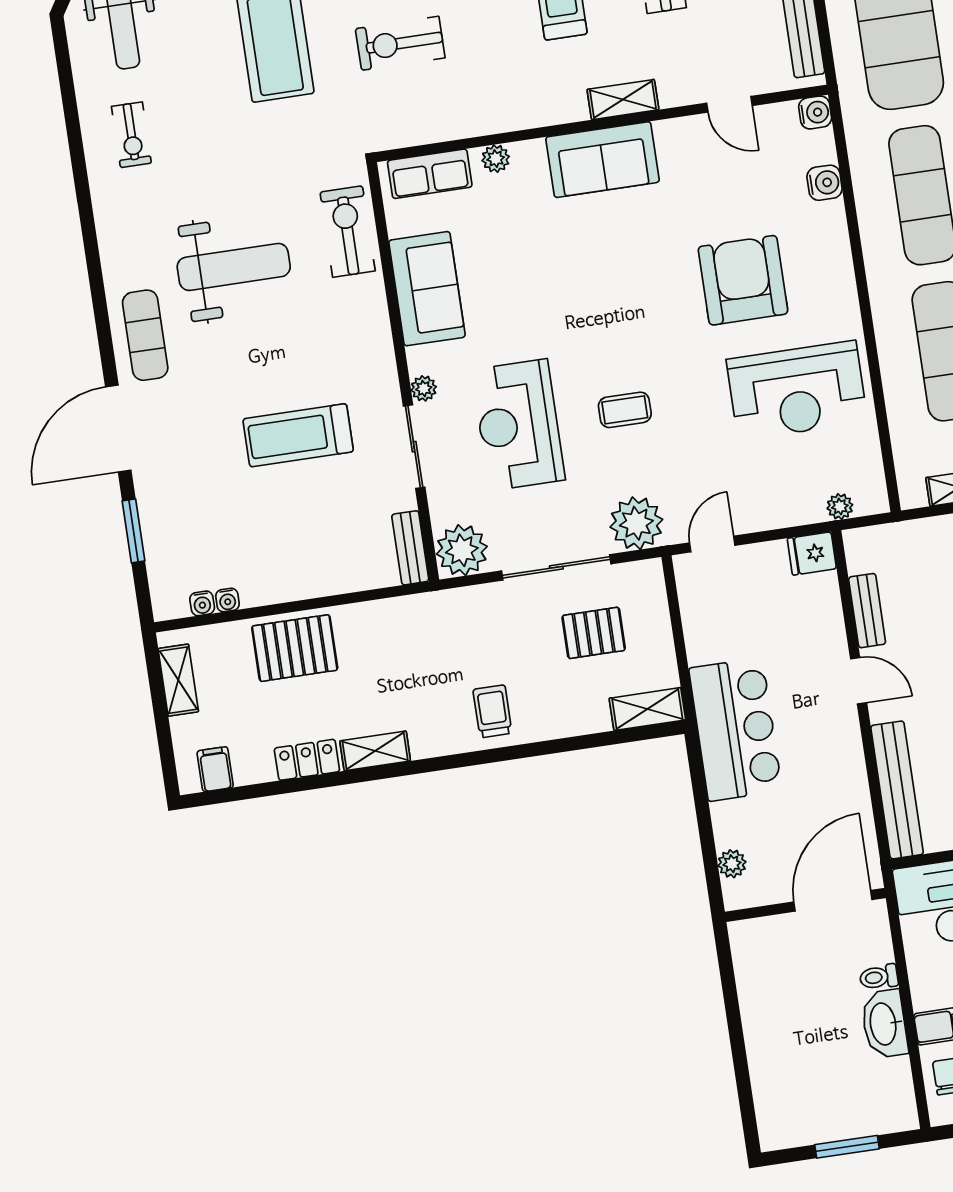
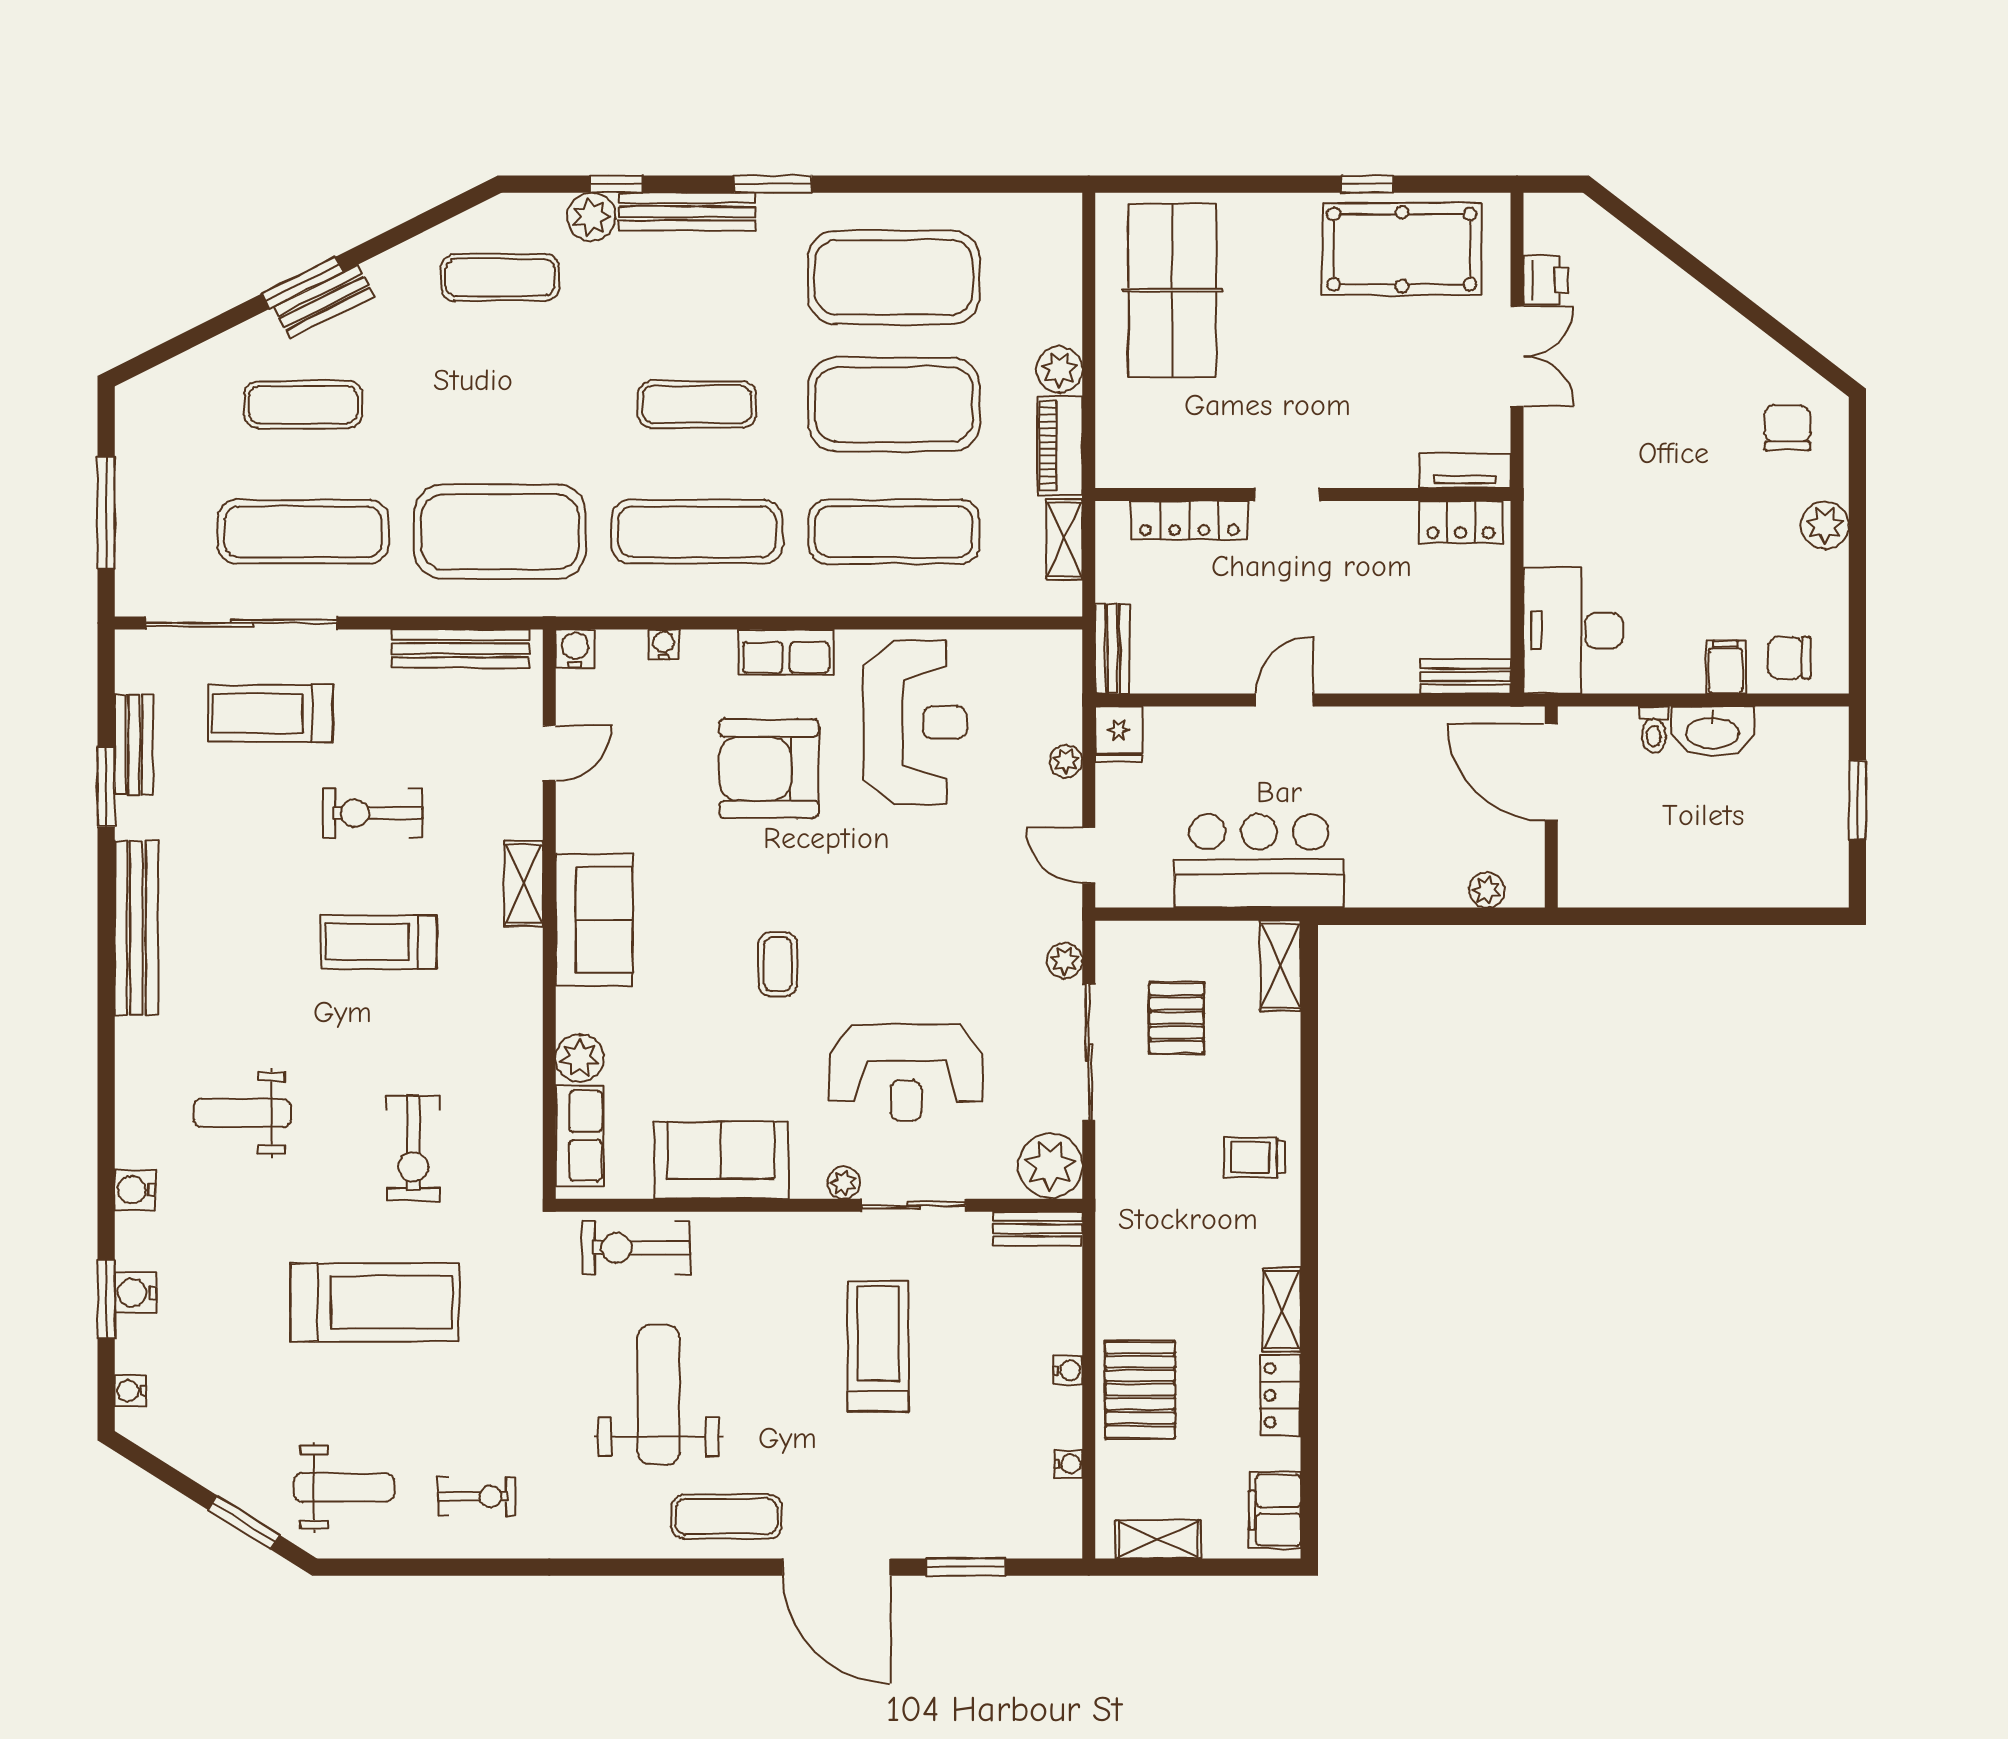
plant: (496, 159) -> (580, 1058), width x1.38, depth x1.38
water cooler: (825, 183) -> (664, 644), width x0.72, depth x0.72
row of seats: (837, 280) -> (786, 652), added
coffee table: (625, 410) -> (778, 964), moved
treadmill: (298, 435) -> (878, 1346), turned 180
plant: (840, 507) -> (1066, 761), moved
plant: (636, 523) -> (1065, 961), width x0.53, depth x0.53
water cooler: (202, 603) -> (1068, 1370), moved
bench: (867, 611) -> (1112, 649), moved, turned 90
bar counter: (735, 729) -> (1259, 861), moved
filing cabinet: (215, 769) -> (1275, 1510), width x2.00
bench: (897, 790) -> (1465, 676), width x0.54, depth x0.82

